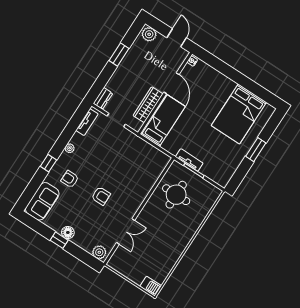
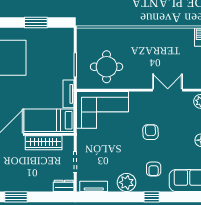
plant: (70, 148) -> (127, 182), width x1.88, depth x1.88
window: (256, 150) -> (36, 22), moved
tv unit: (189, 160) -> (69, 94), moved
corner sofa: (144, 169) -> (102, 110), added

